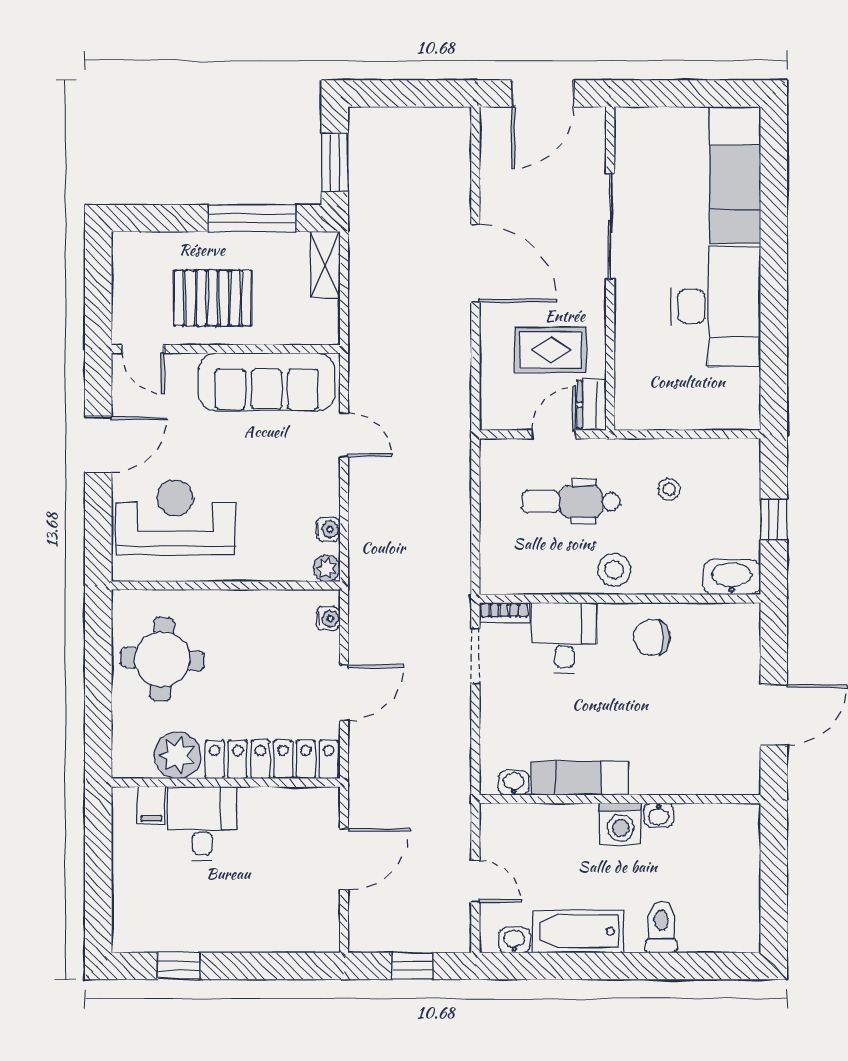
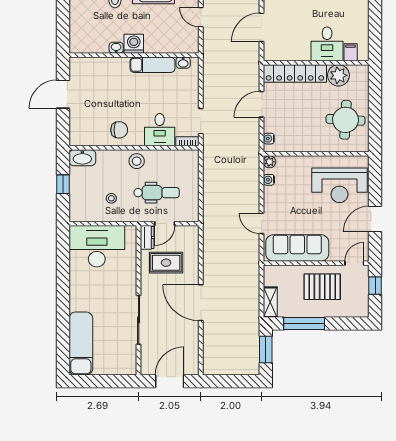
window: (98, 300) -> (375, 286), added
desk: (716, 306) -> (97, 246), moved, turned 90
door: (143, 349) -> (354, 263), hinge flipped

